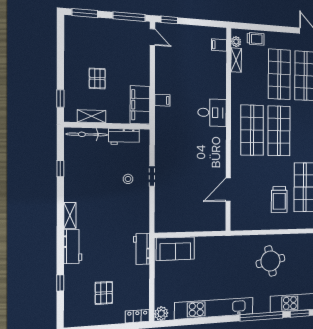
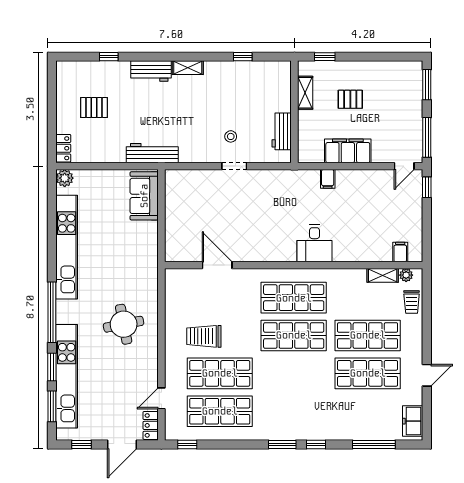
filing cabinet: (140, 105) -> (348, 151), moved
bicycle: (87, 134) -> (284, 87), removed
workbench: (141, 249) -> (152, 153), width x1.38

